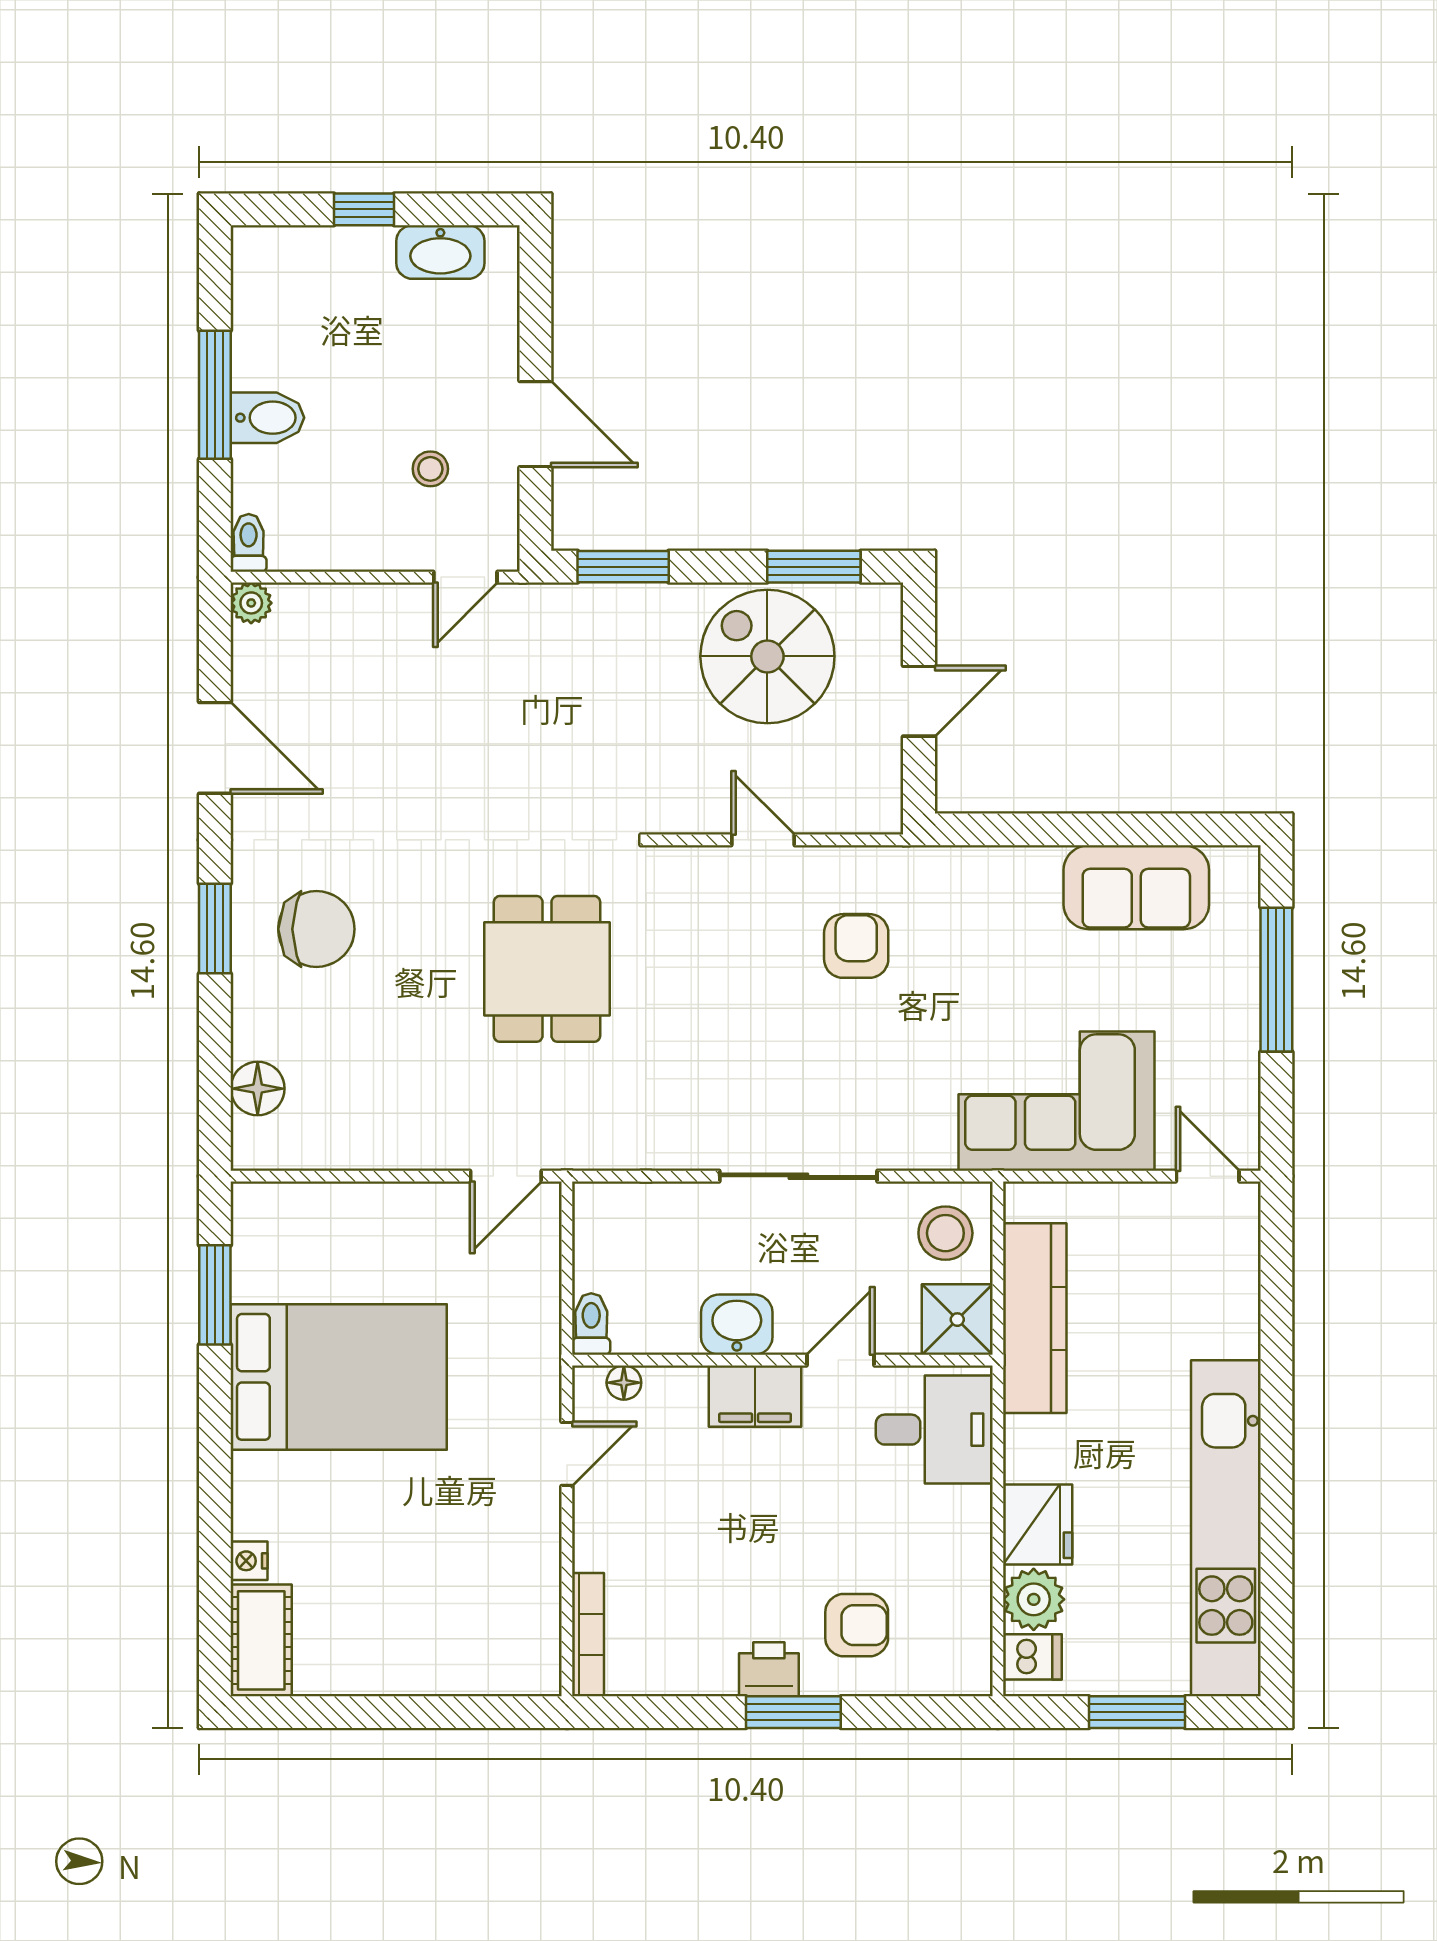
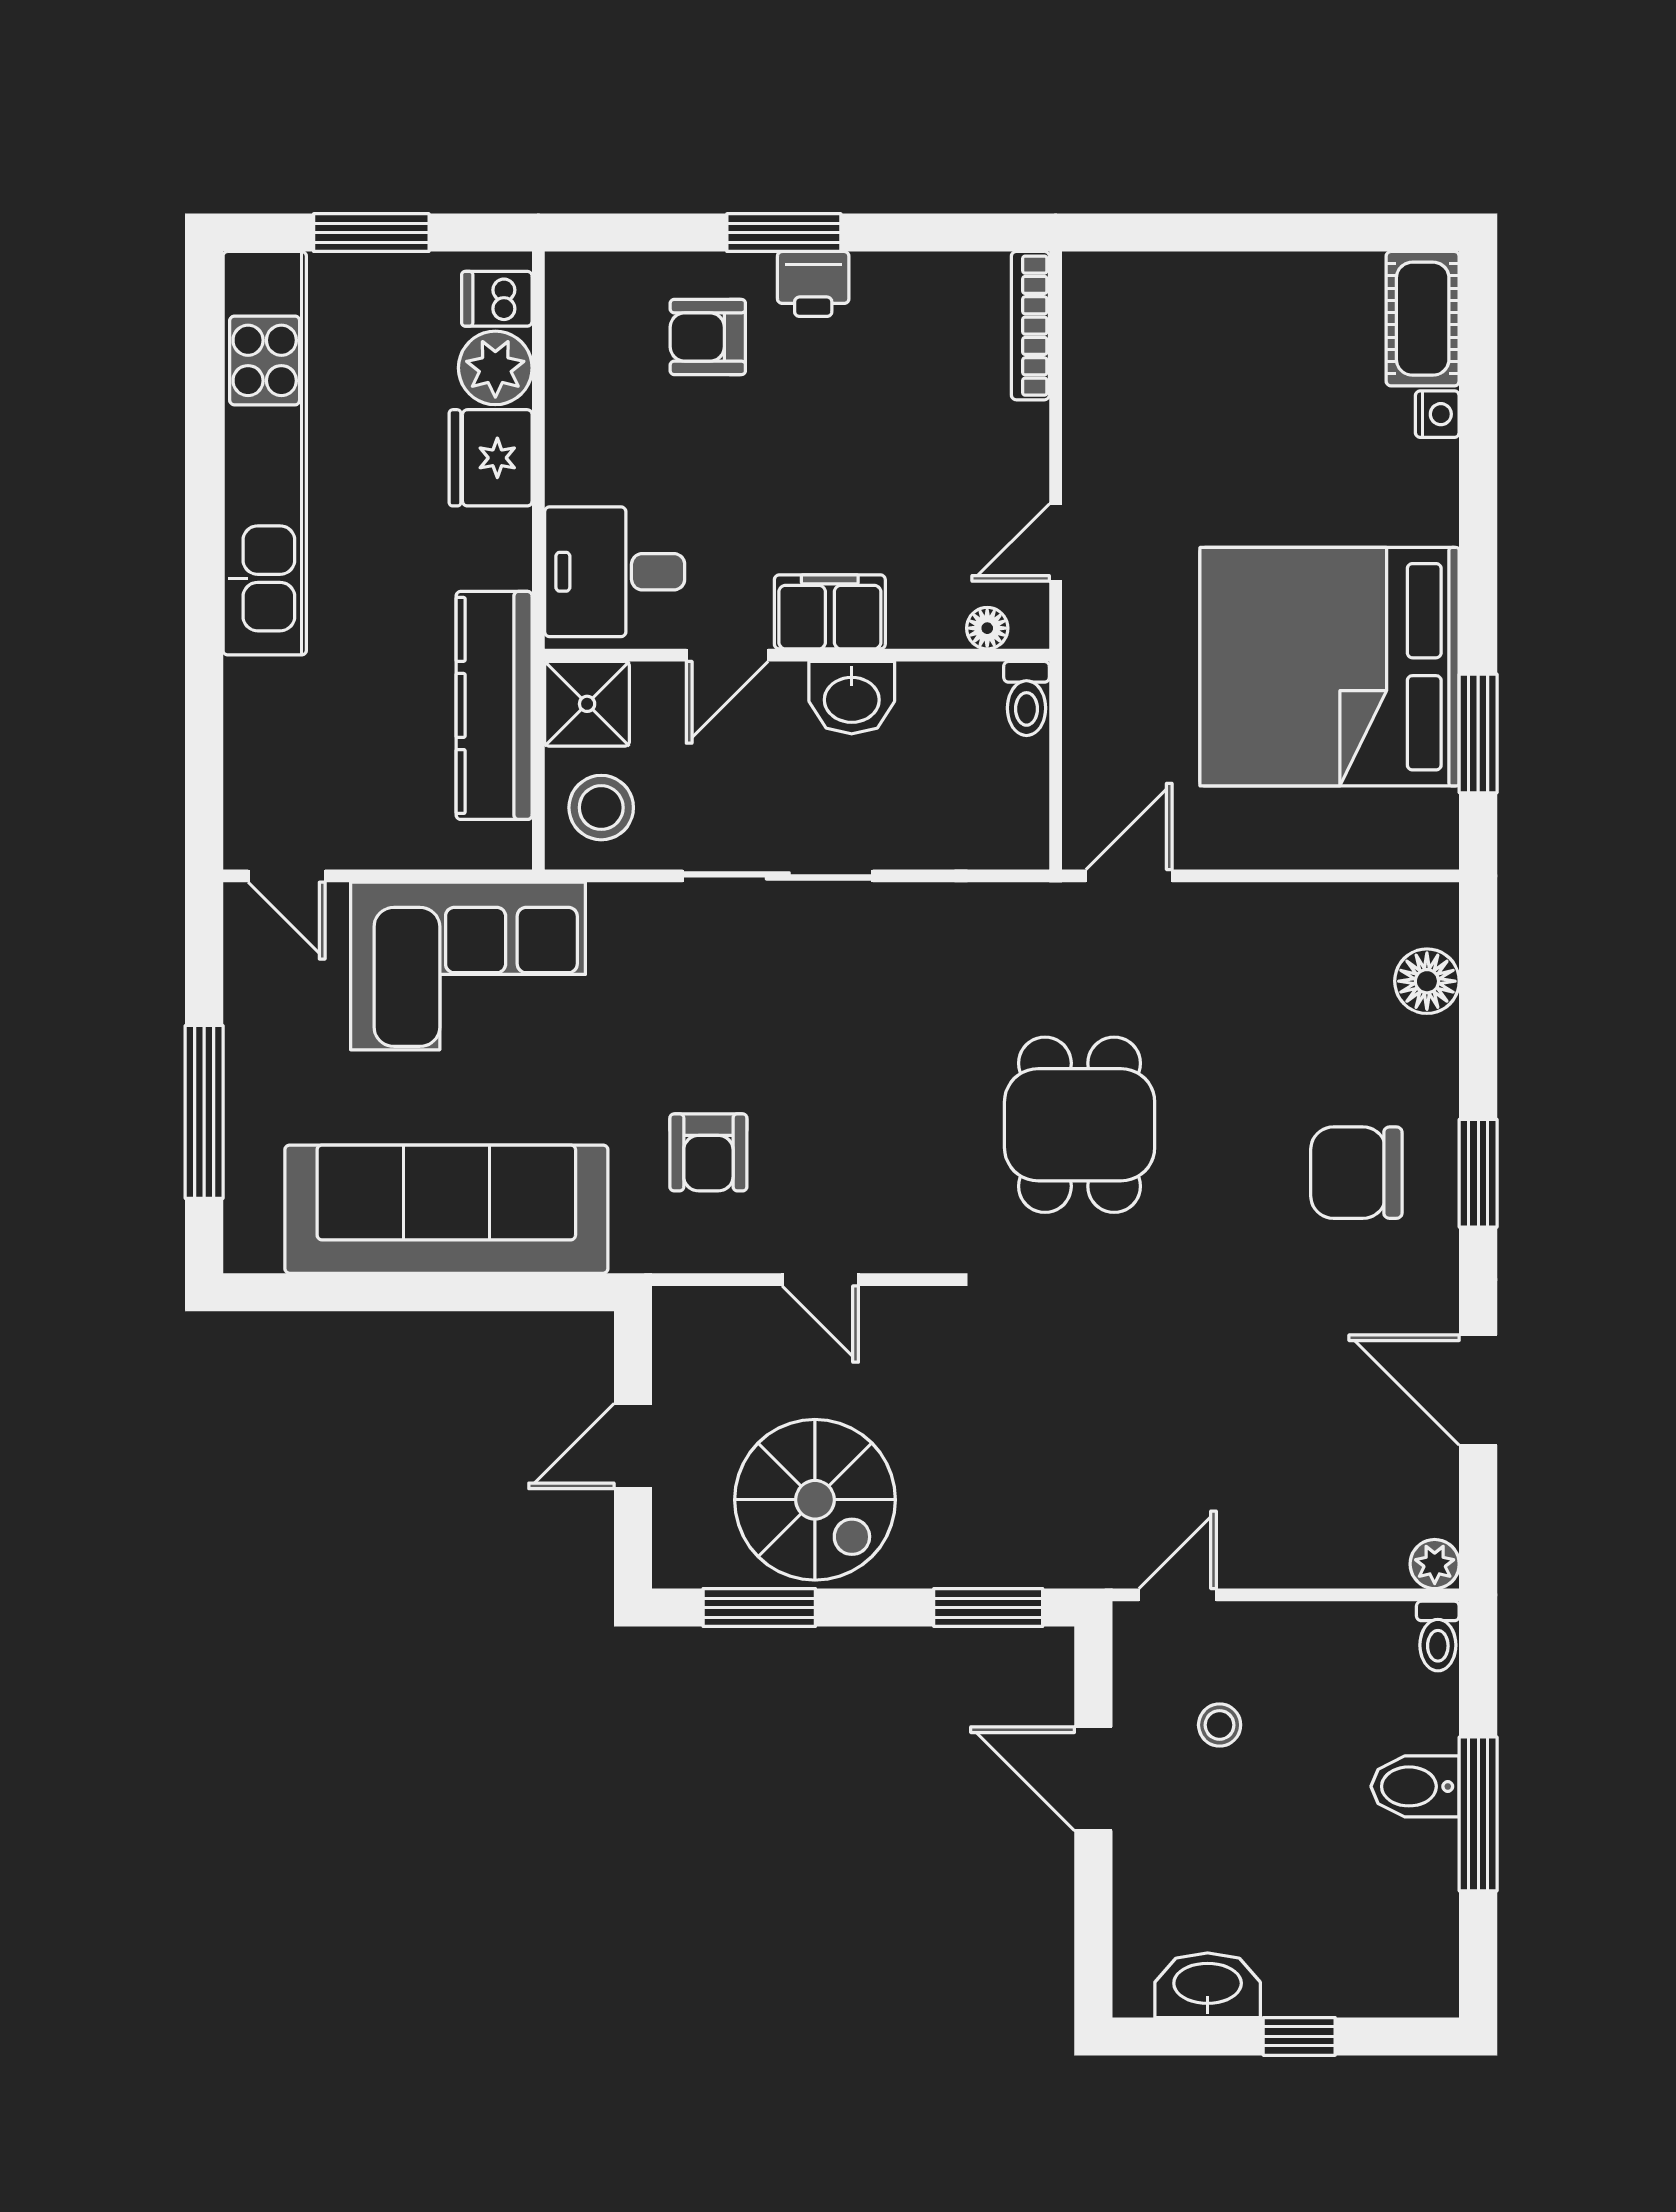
sofa: (1136, 887) -> (446, 1209), width x1.85, depth x1.27
bed: (339, 1377) -> (1330, 667), width x1.36

